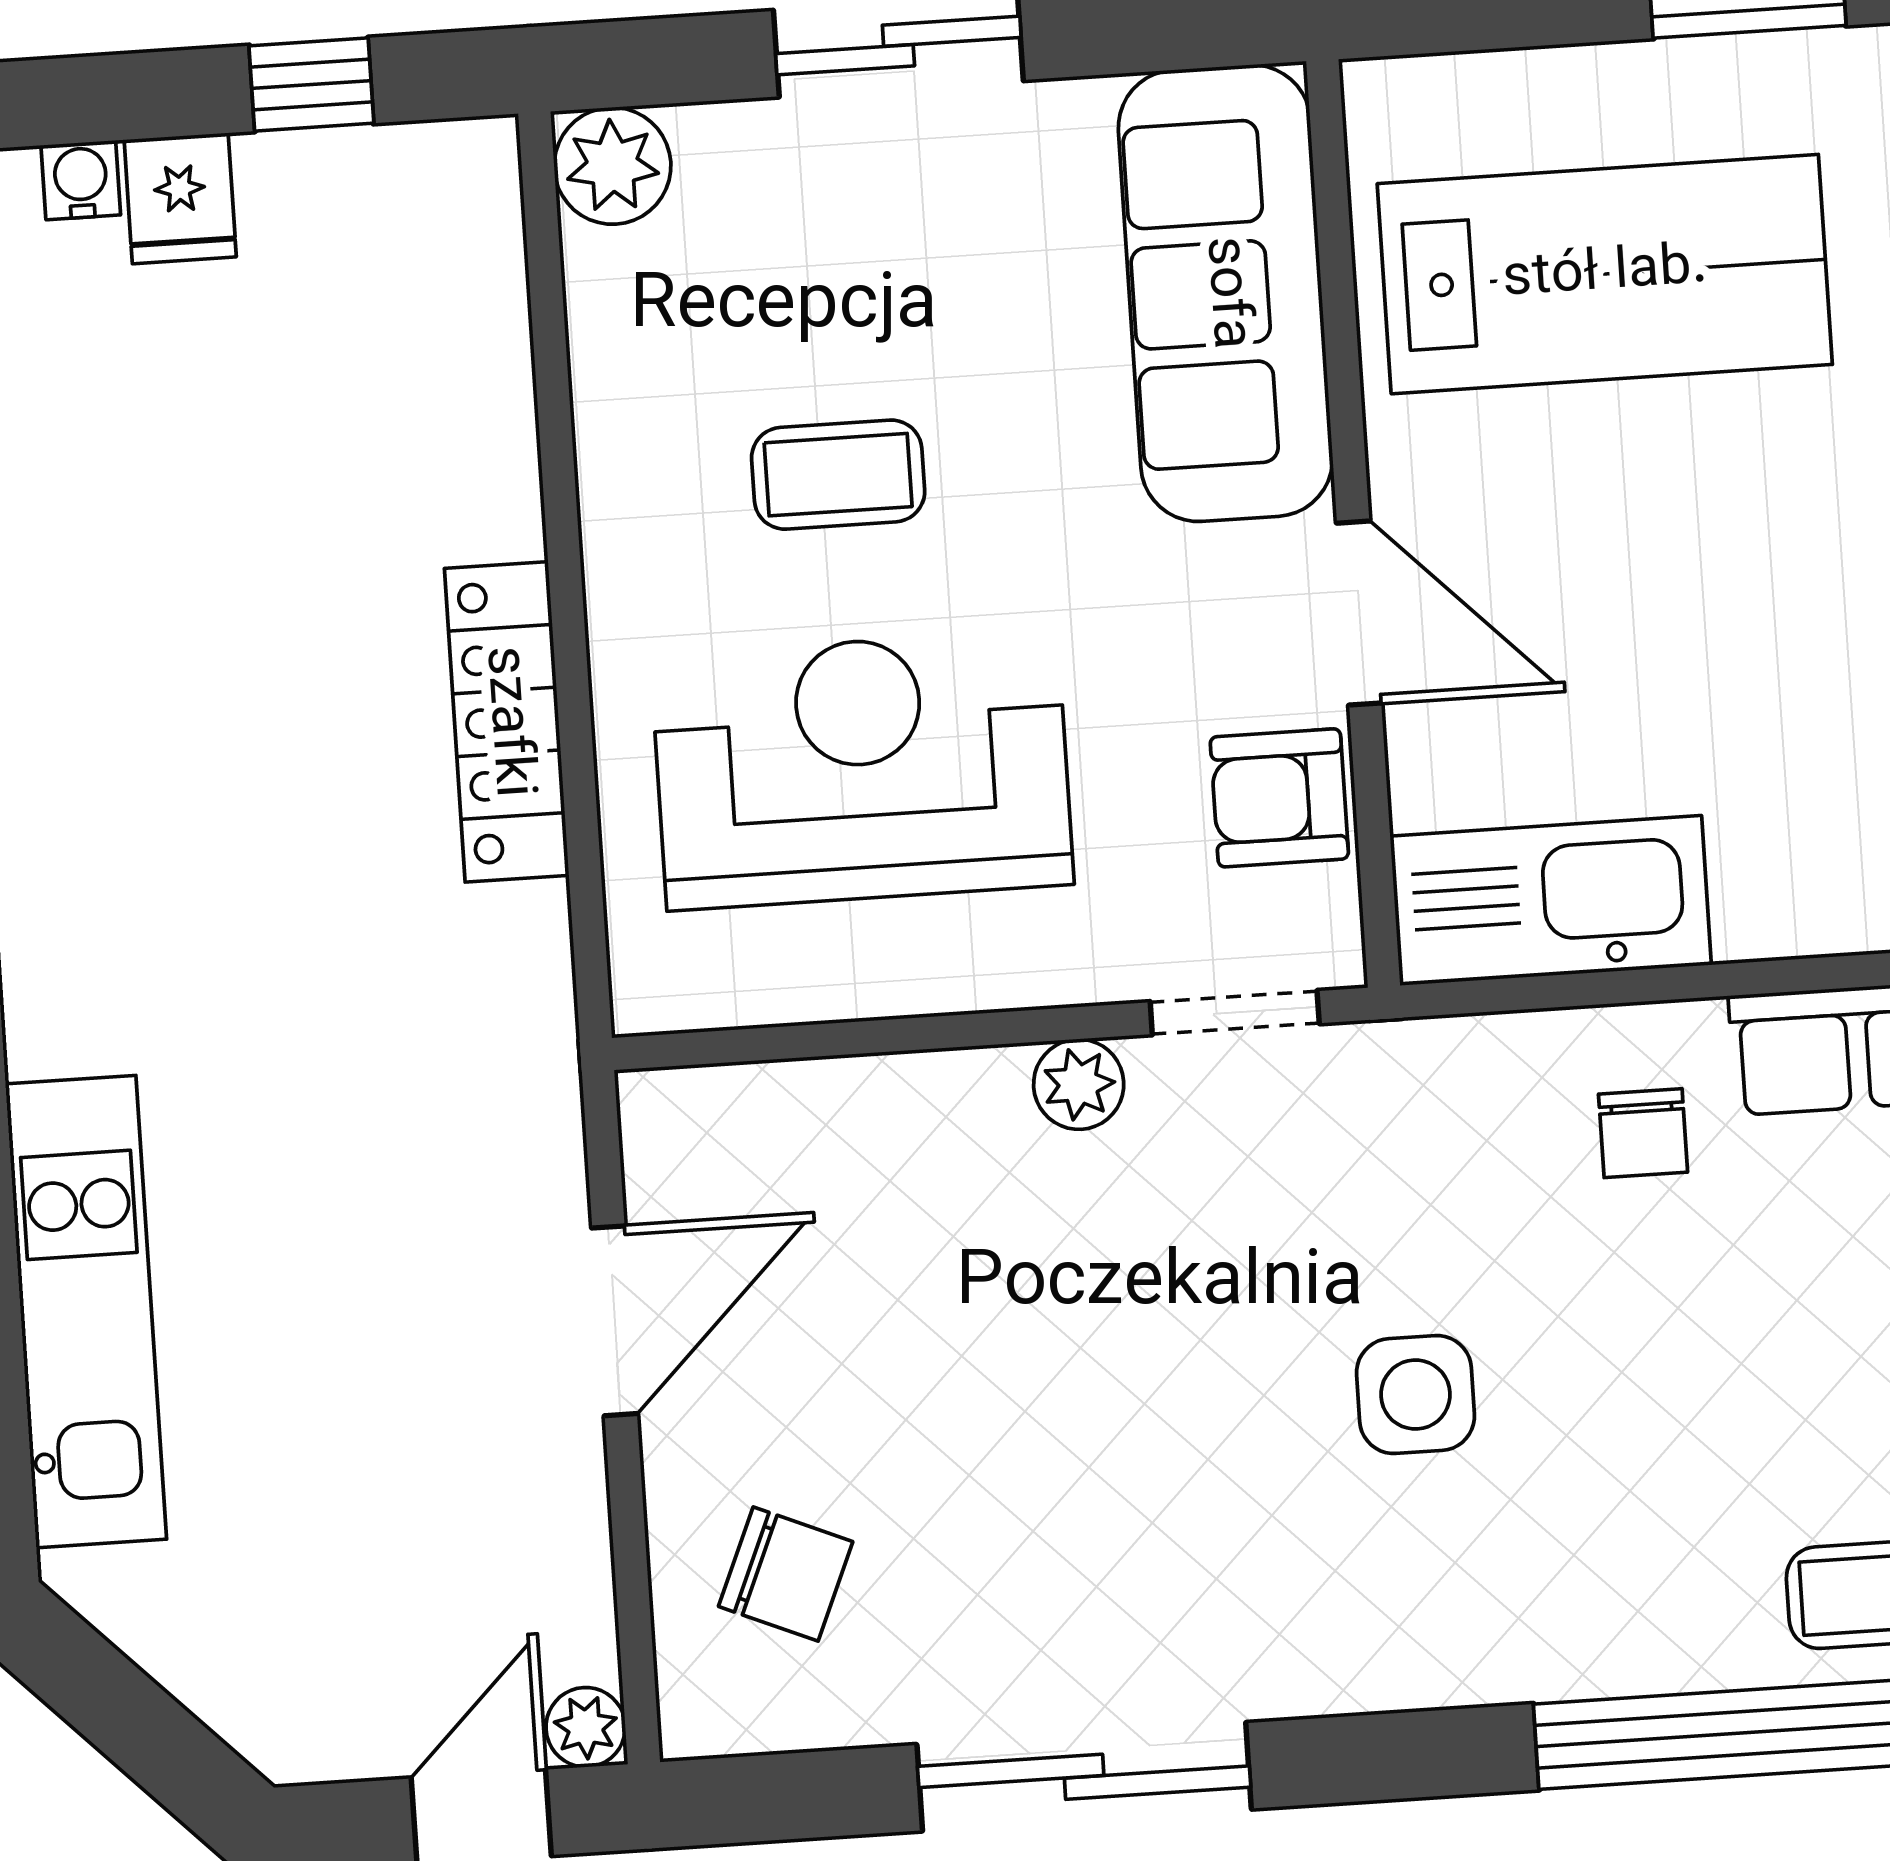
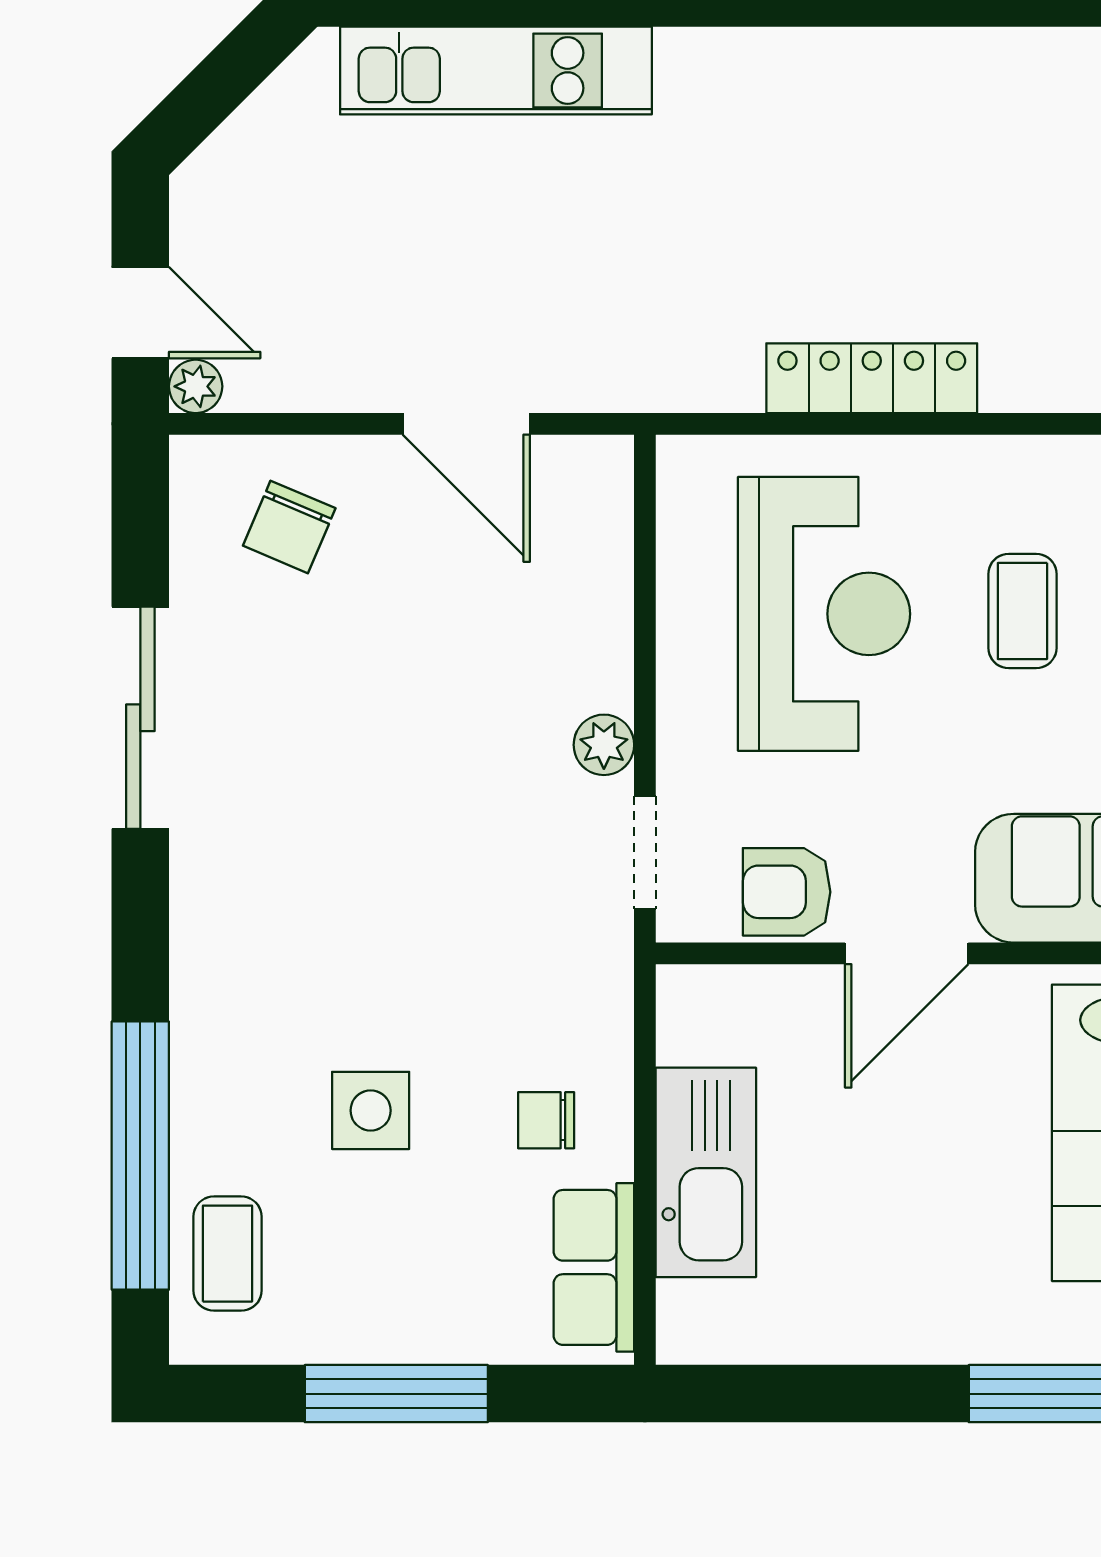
armchair: (1279, 798) -> (787, 892), turned -90
kitchen sink: (1551, 901) -> (706, 1172), moved
side table: (1415, 1395) -> (371, 1110), moved

